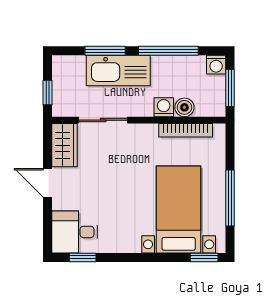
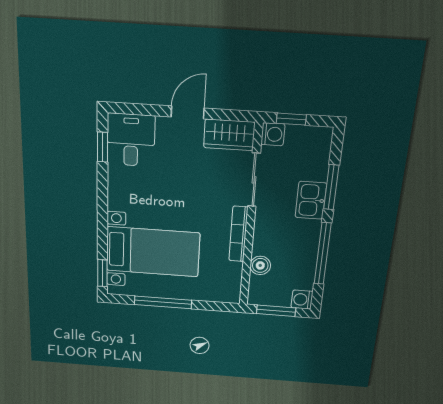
kitchen sink: (118, 71) -> (311, 200), width x0.53, depth x0.81
washing machine: (164, 107) -> (273, 134), moved
bookcase: (186, 130) -> (238, 234), moved

